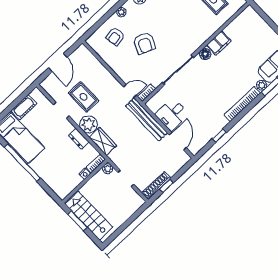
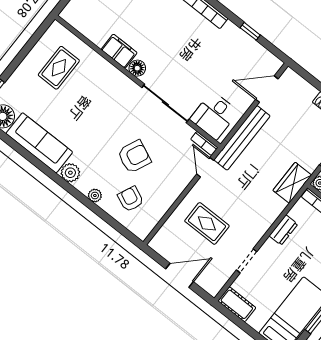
armchair: (115, 36) -> (131, 199), turned -146
rug: (84, 97) -> (207, 223), moved, turned 90
cot: (24, 107) -> (237, 304), moved
desk: (172, 114) -> (214, 115), moved, turned 90
plant: (88, 124) -> (261, 219), removed
wardrobe: (103, 141) -> (292, 183), moved

